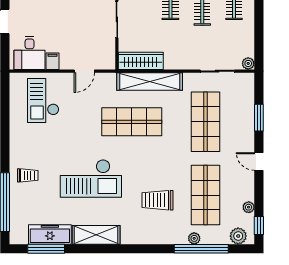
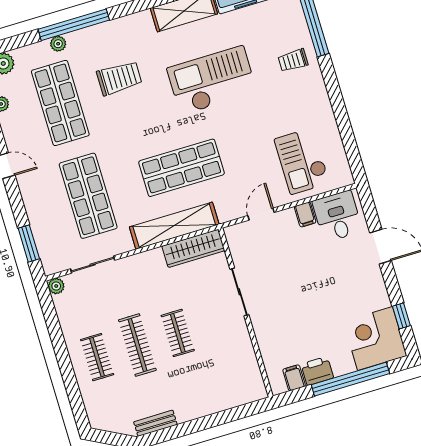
checkout: (43, 100) -> (302, 161), turned 180
window: (259, 118) -> (29, 243), moved
window: (201, 249) -> (74, 25), moved

